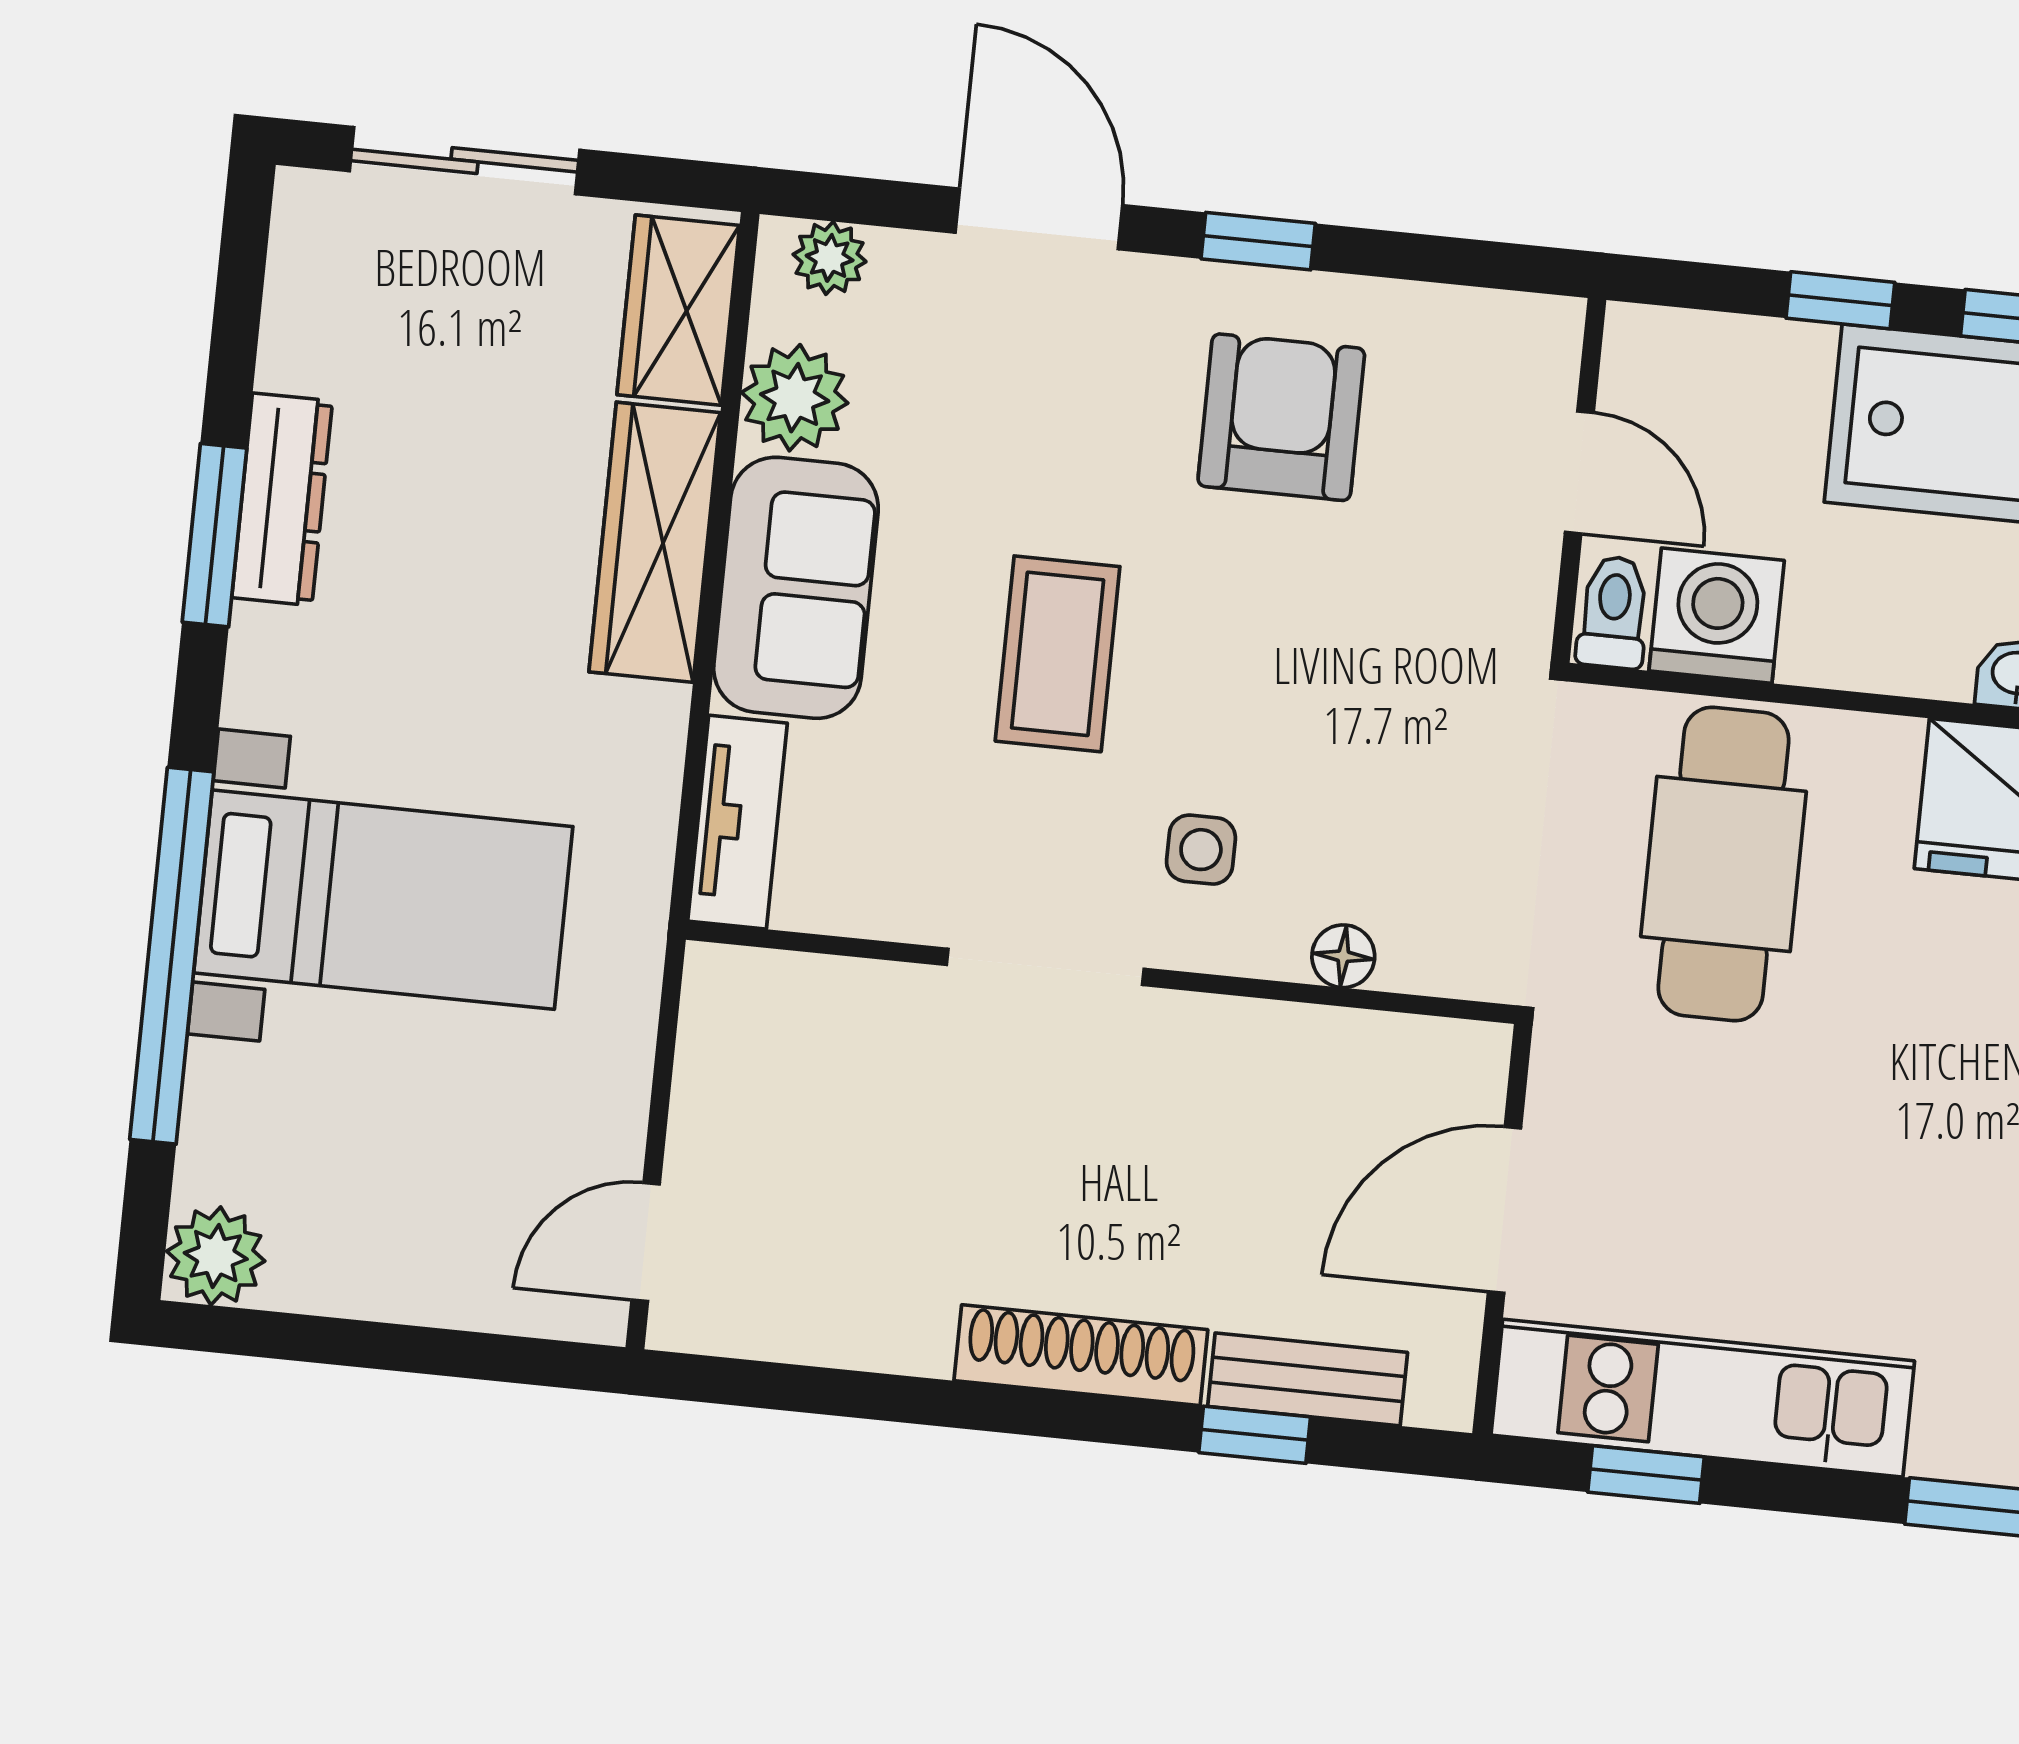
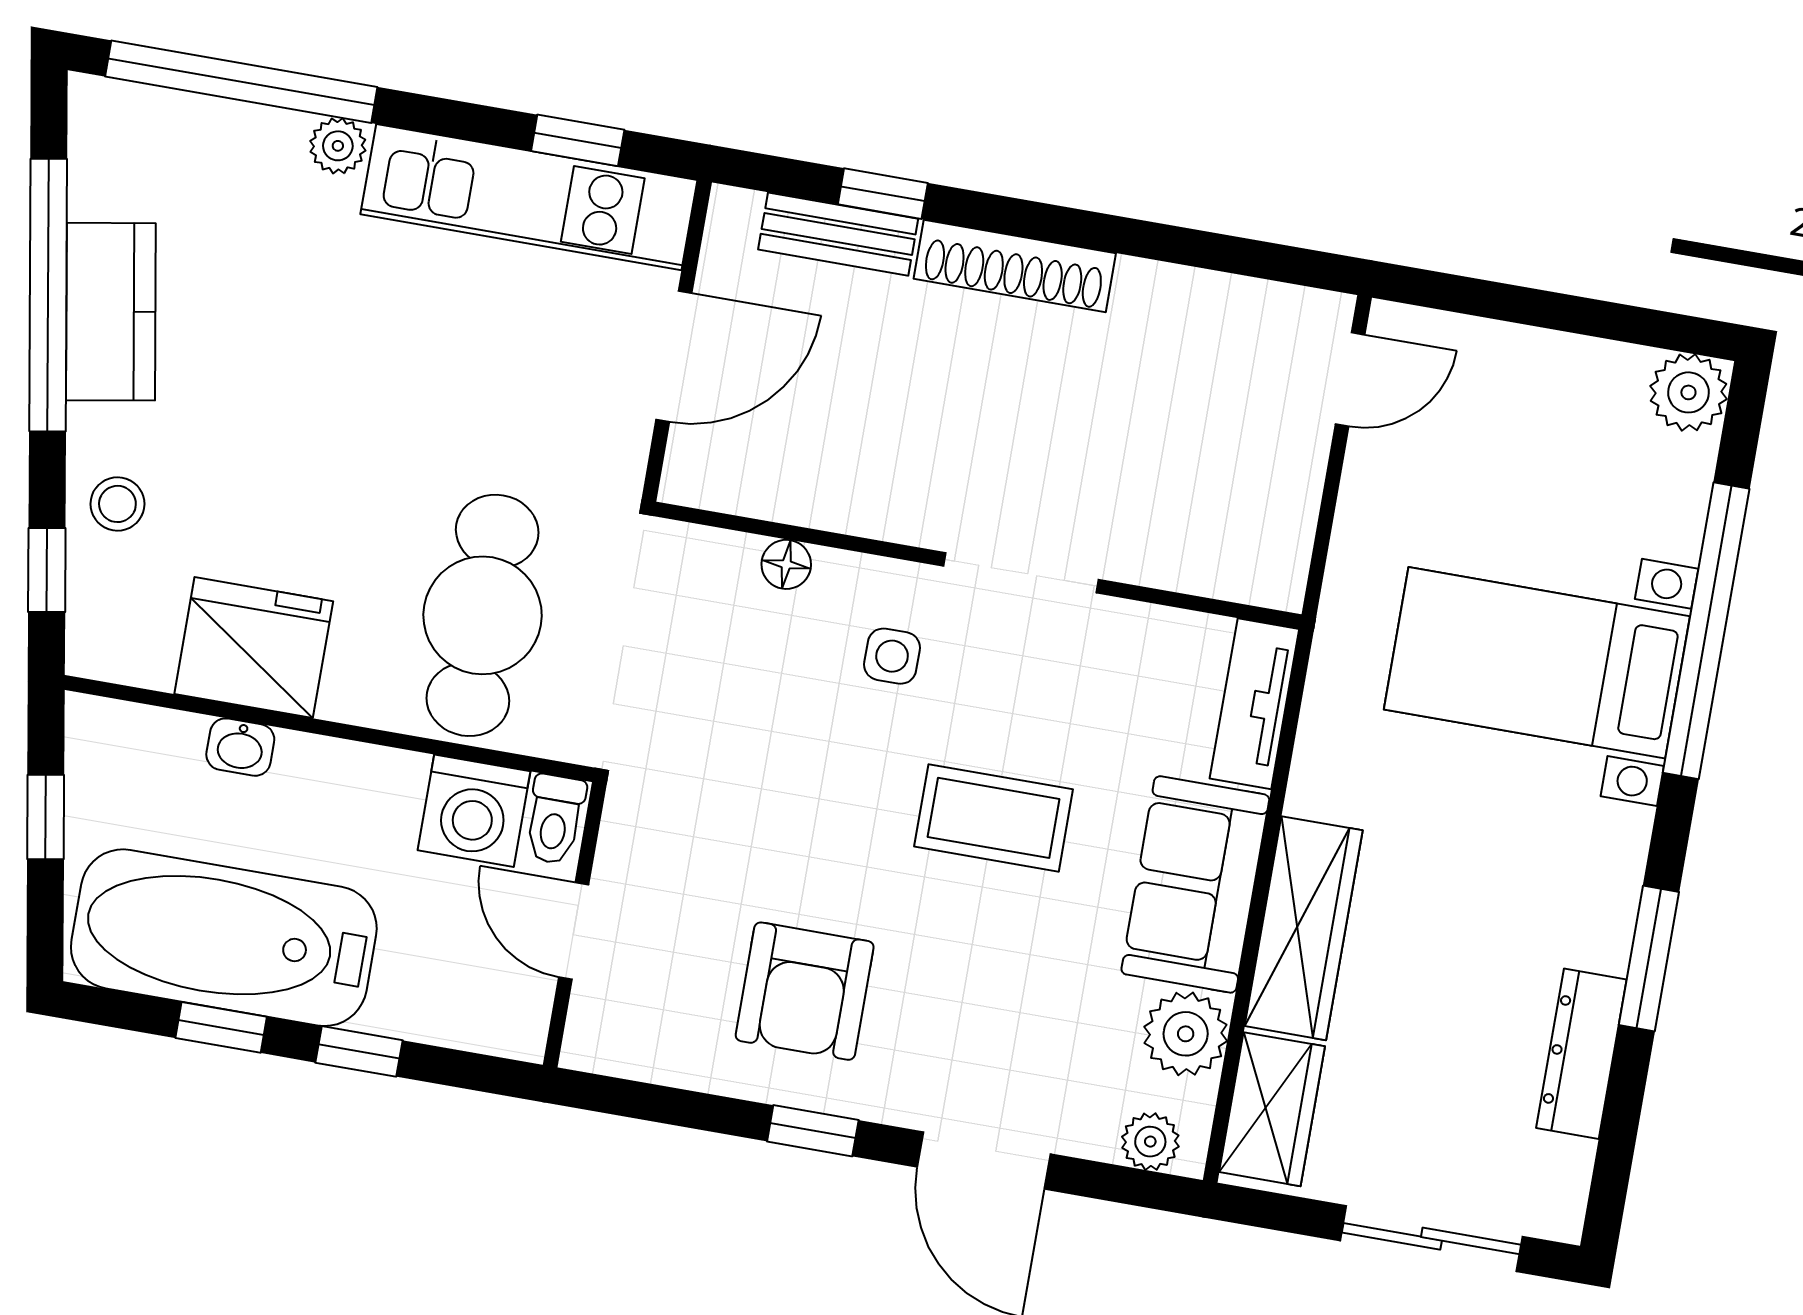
dresser: (282, 499) -> (1581, 1054), moved
coffee table: (1058, 654) -> (994, 818), turned 90
plant: (1949, 1446) -> (338, 146), added

